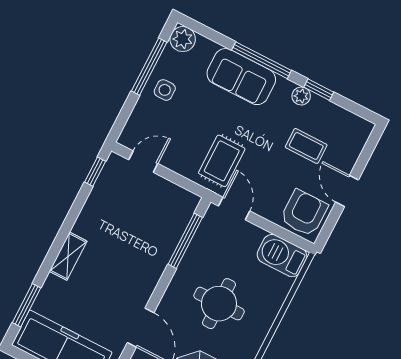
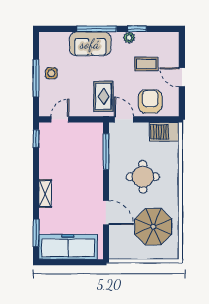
plant: (183, 39) -> (47, 40), removed
window: (149, 67) -> (36, 78), moved
armchair: (304, 213) -> (150, 101), moved

